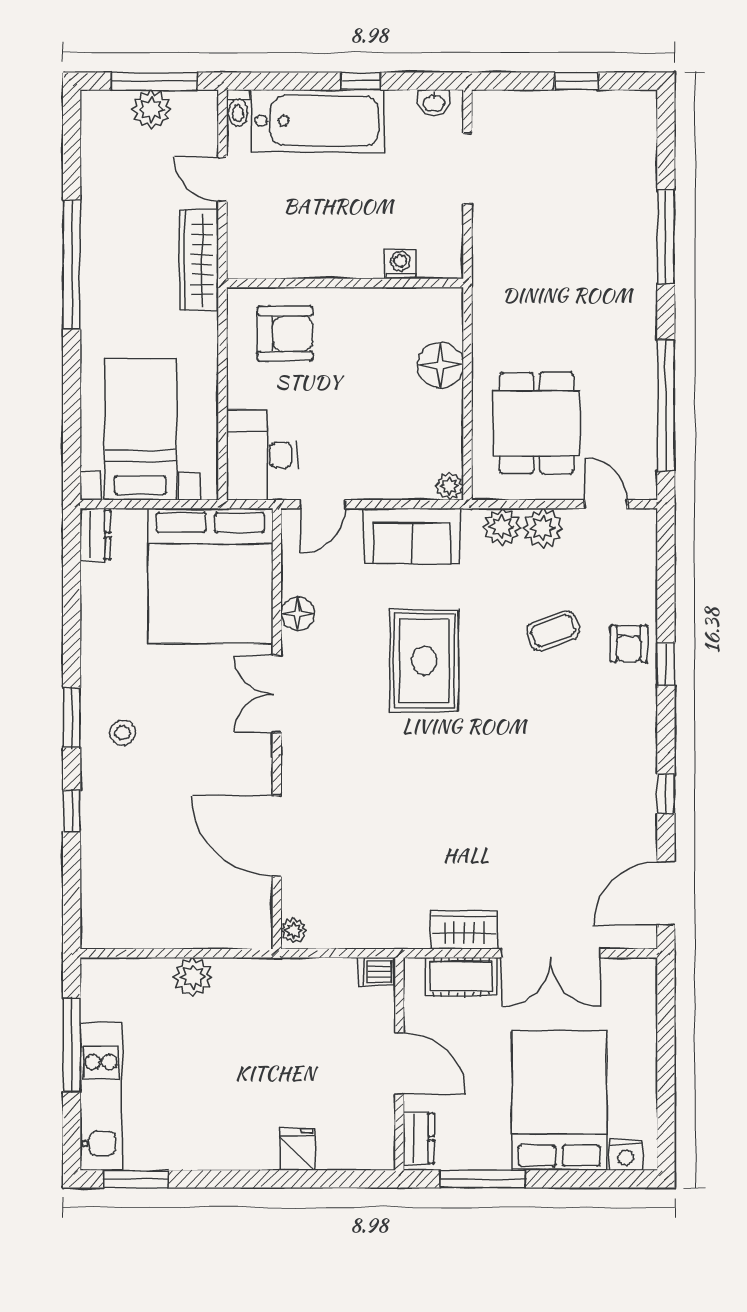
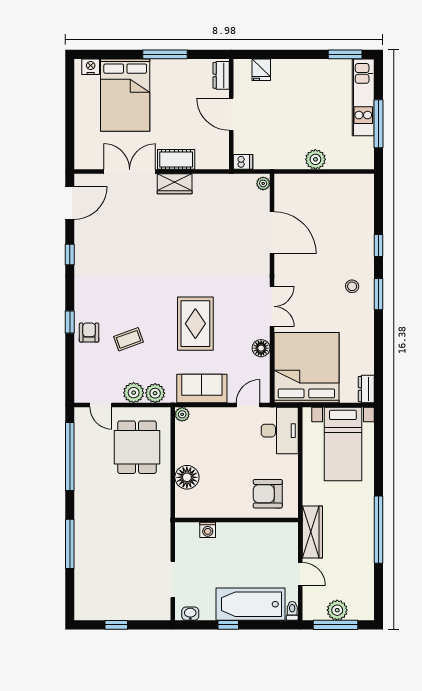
dishwasher: (377, 972) -> (243, 162), moved
door: (399, 1064) -> (231, 114), moved
wall: (399, 1064) -> (231, 114), moved
dresser: (419, 1138) -> (221, 75), moved

